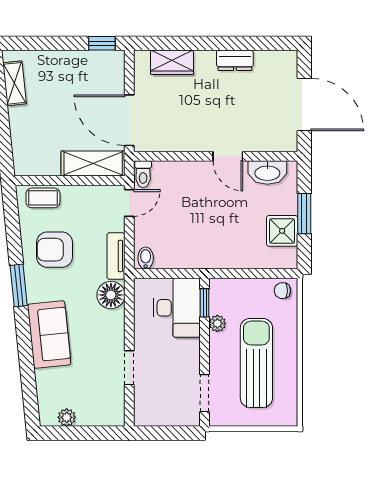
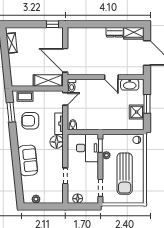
wardrobe: (172, 62) -> (134, 33), moved
window: (19, 285) -> (11, 112), moved
sun lounger: (256, 363) -> (125, 174), turned 180
floor lamp: (156, 416) -> (78, 199), added

